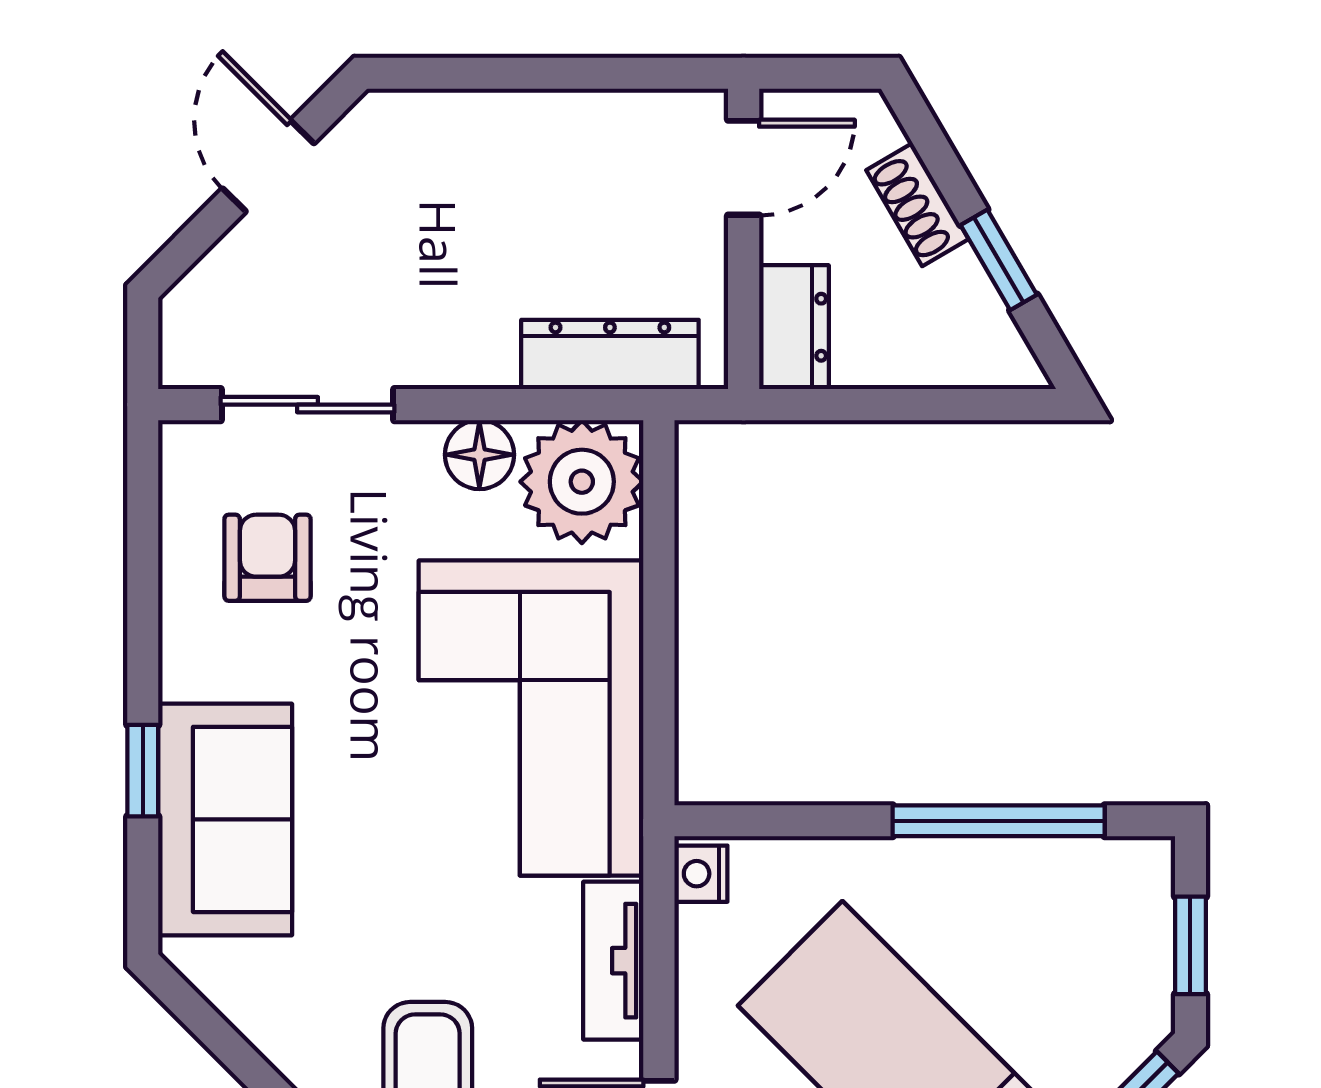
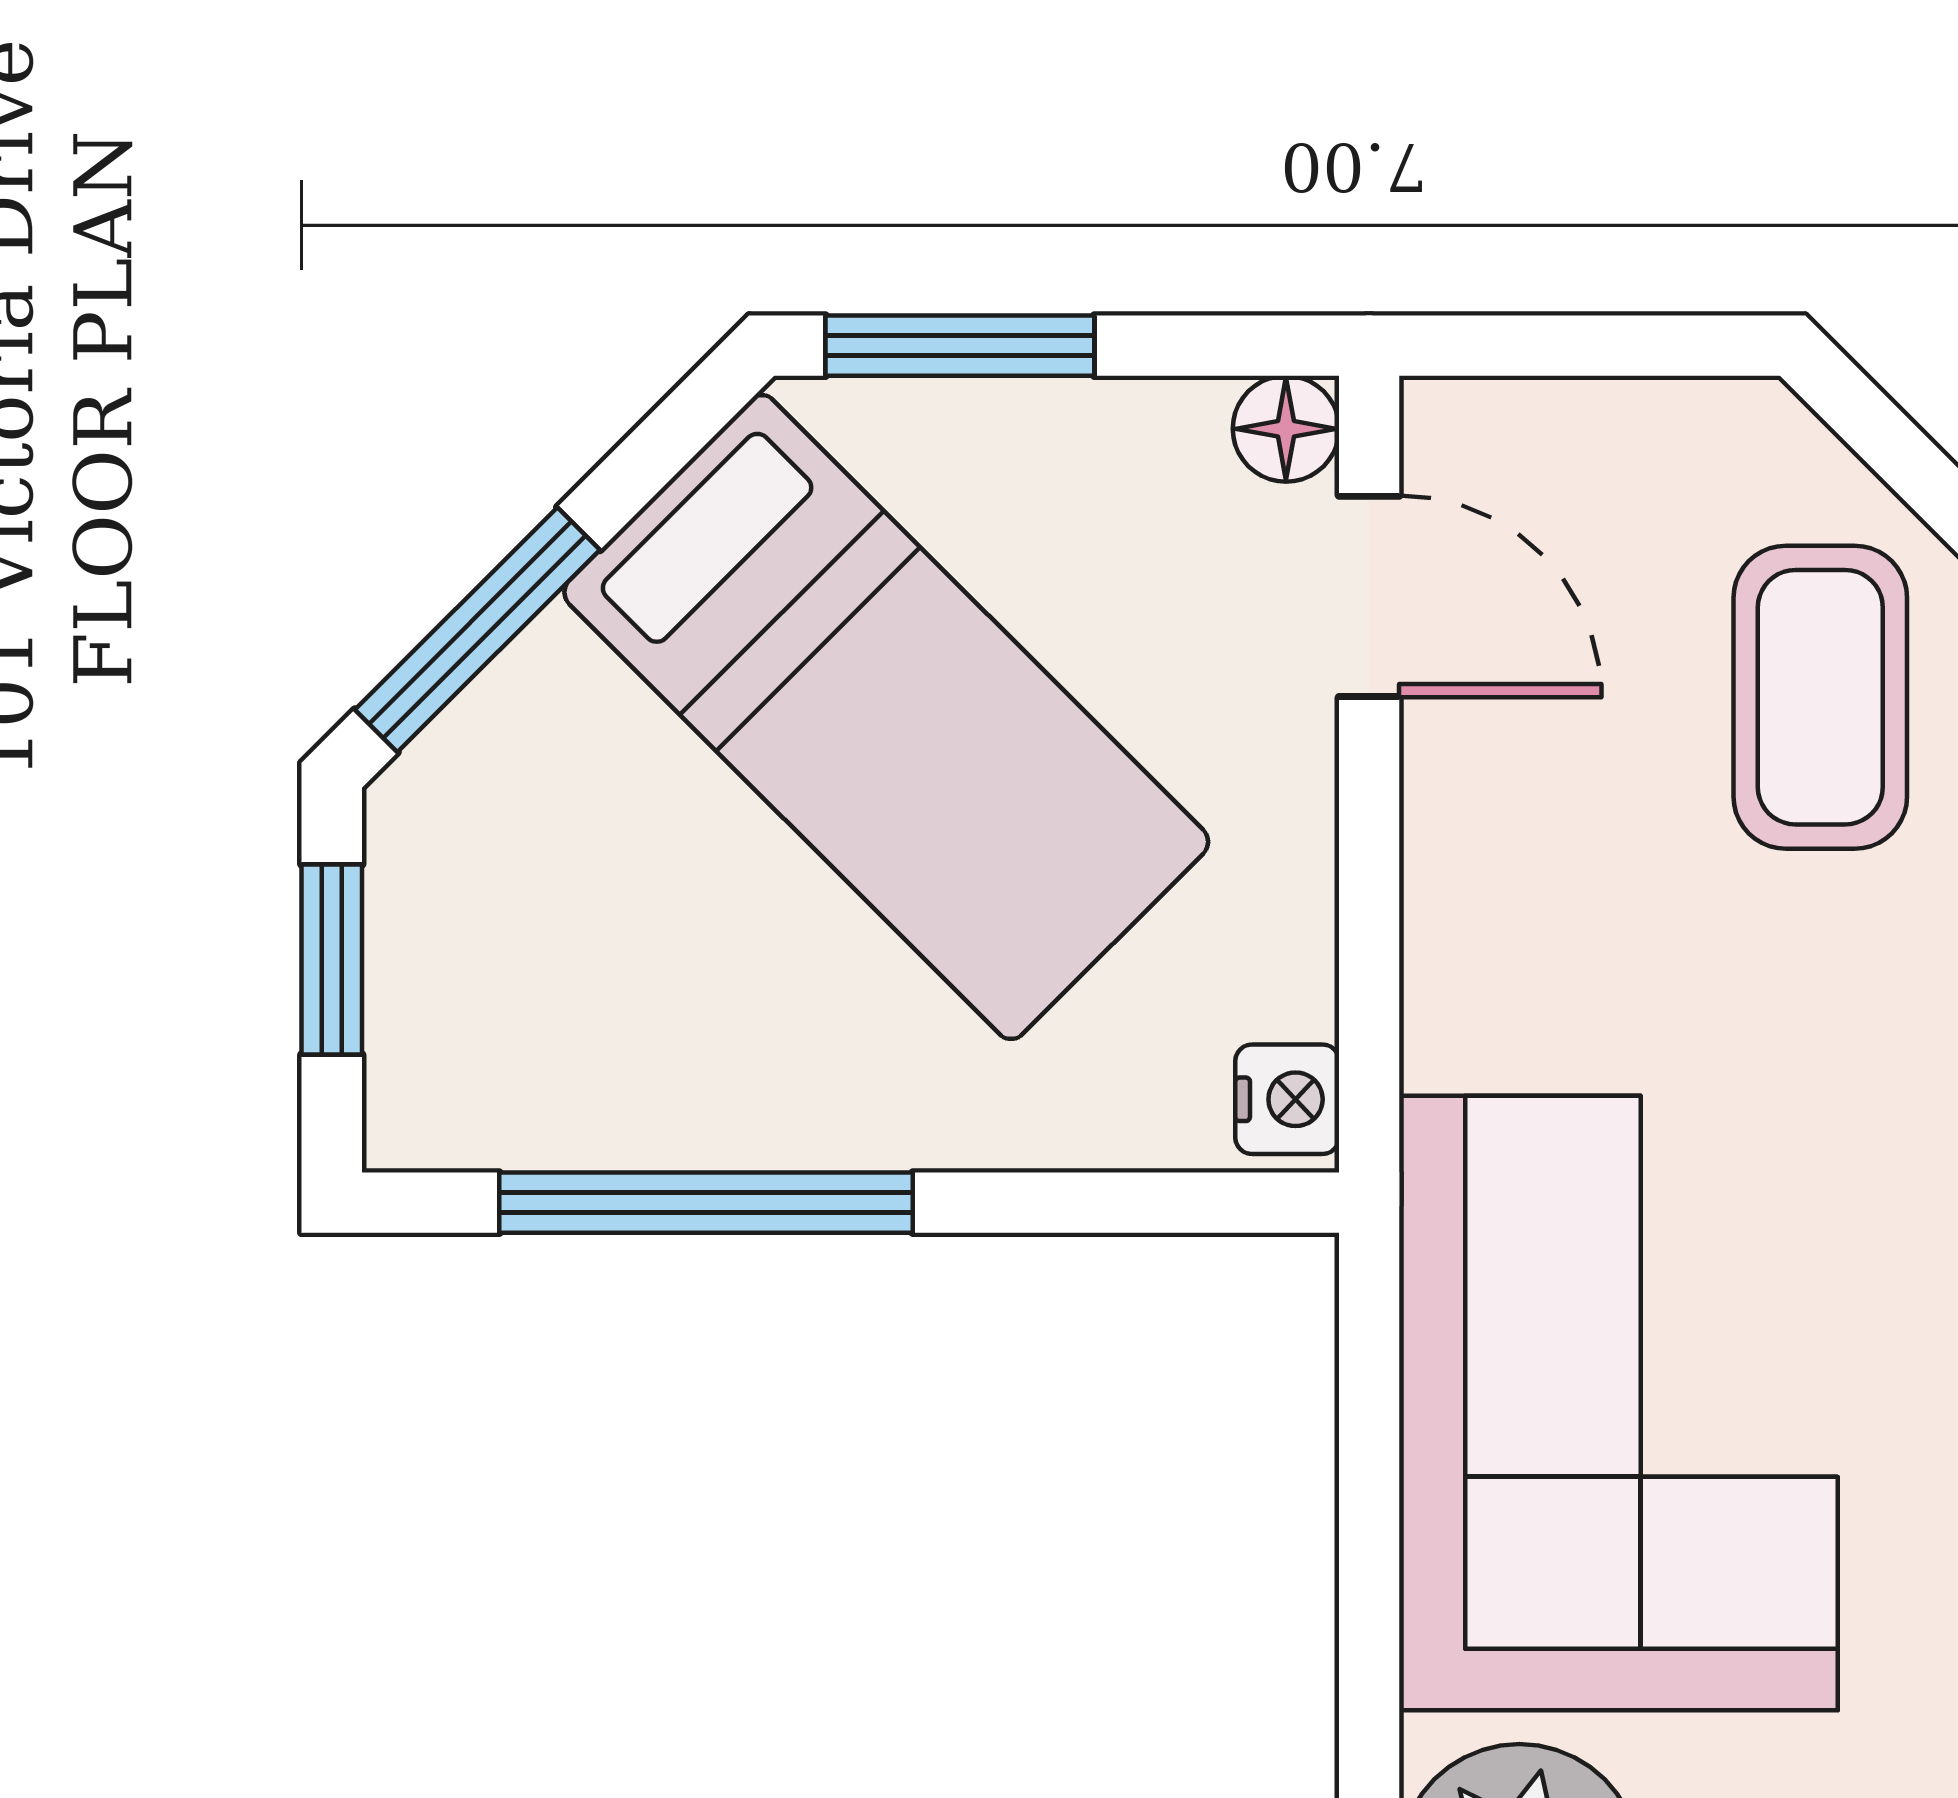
tv unit: (613, 961) -> (1458, 930), removed

